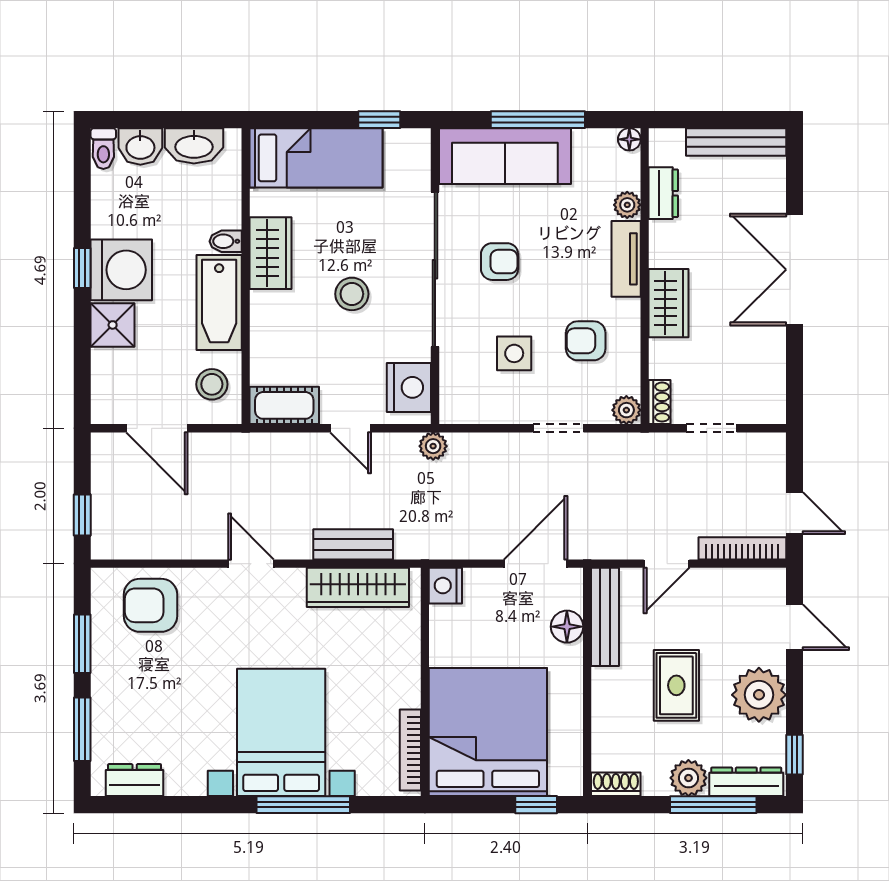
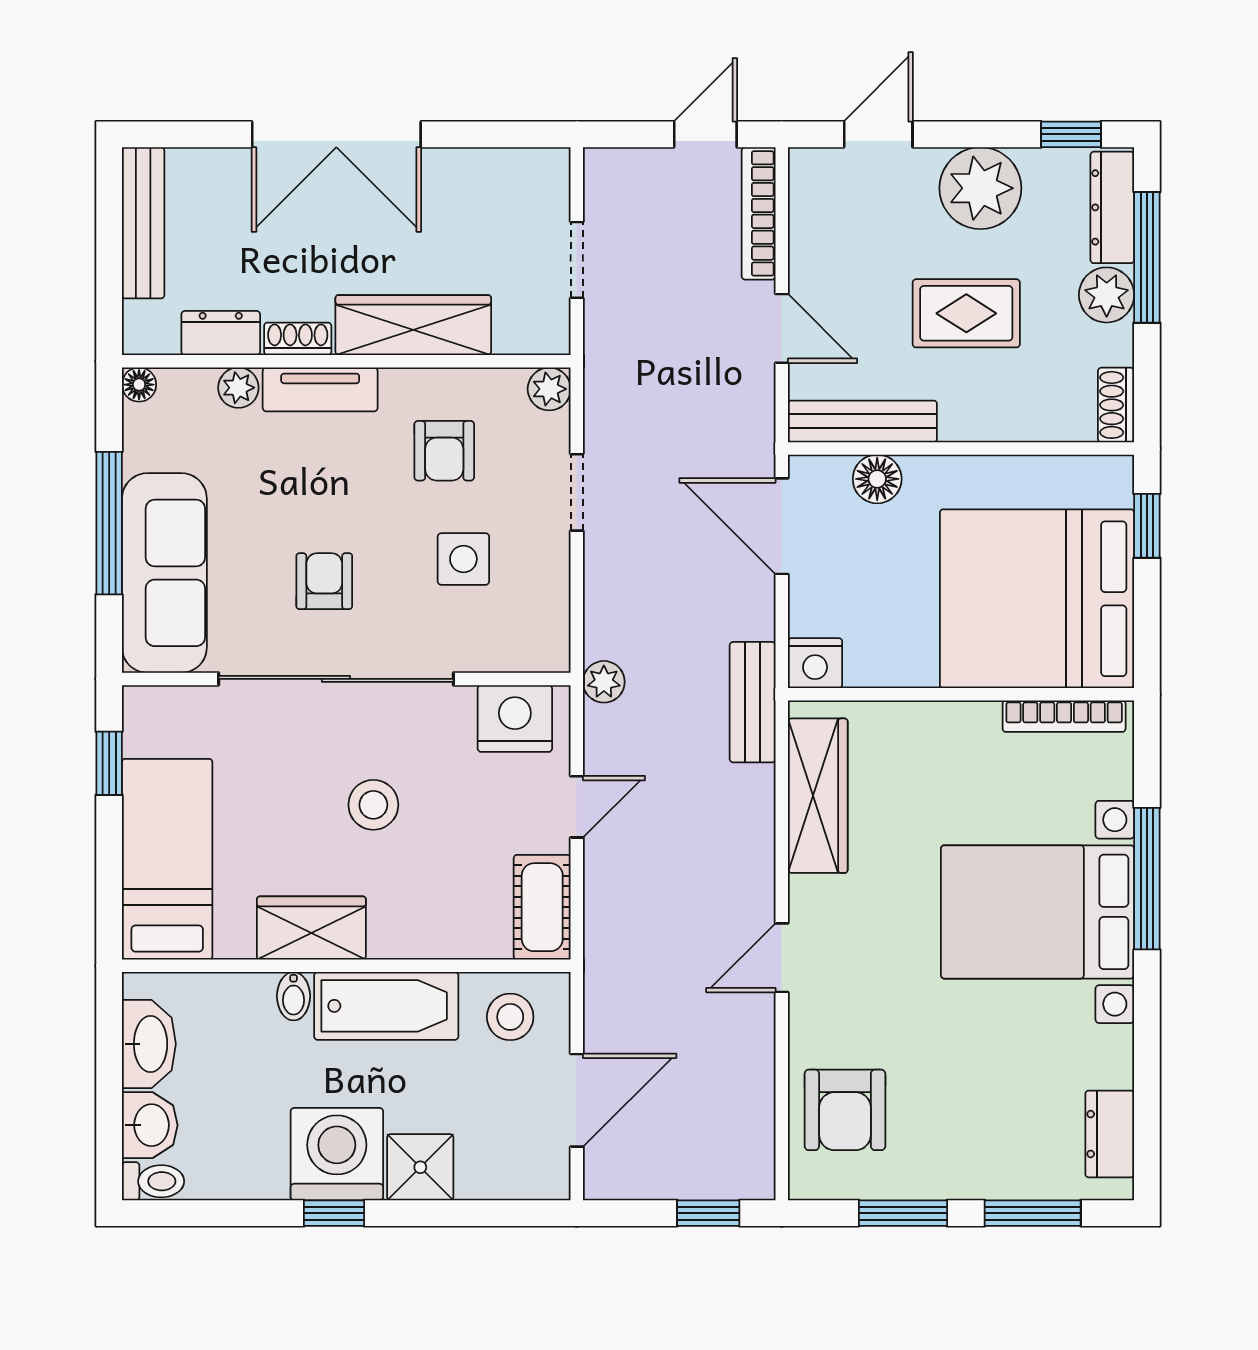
wardrobe: (669, 303) -> (413, 325), width x1.50
shoe rack: (659, 402) -> (298, 339), moved
bench: (353, 544) -> (753, 702), moved

